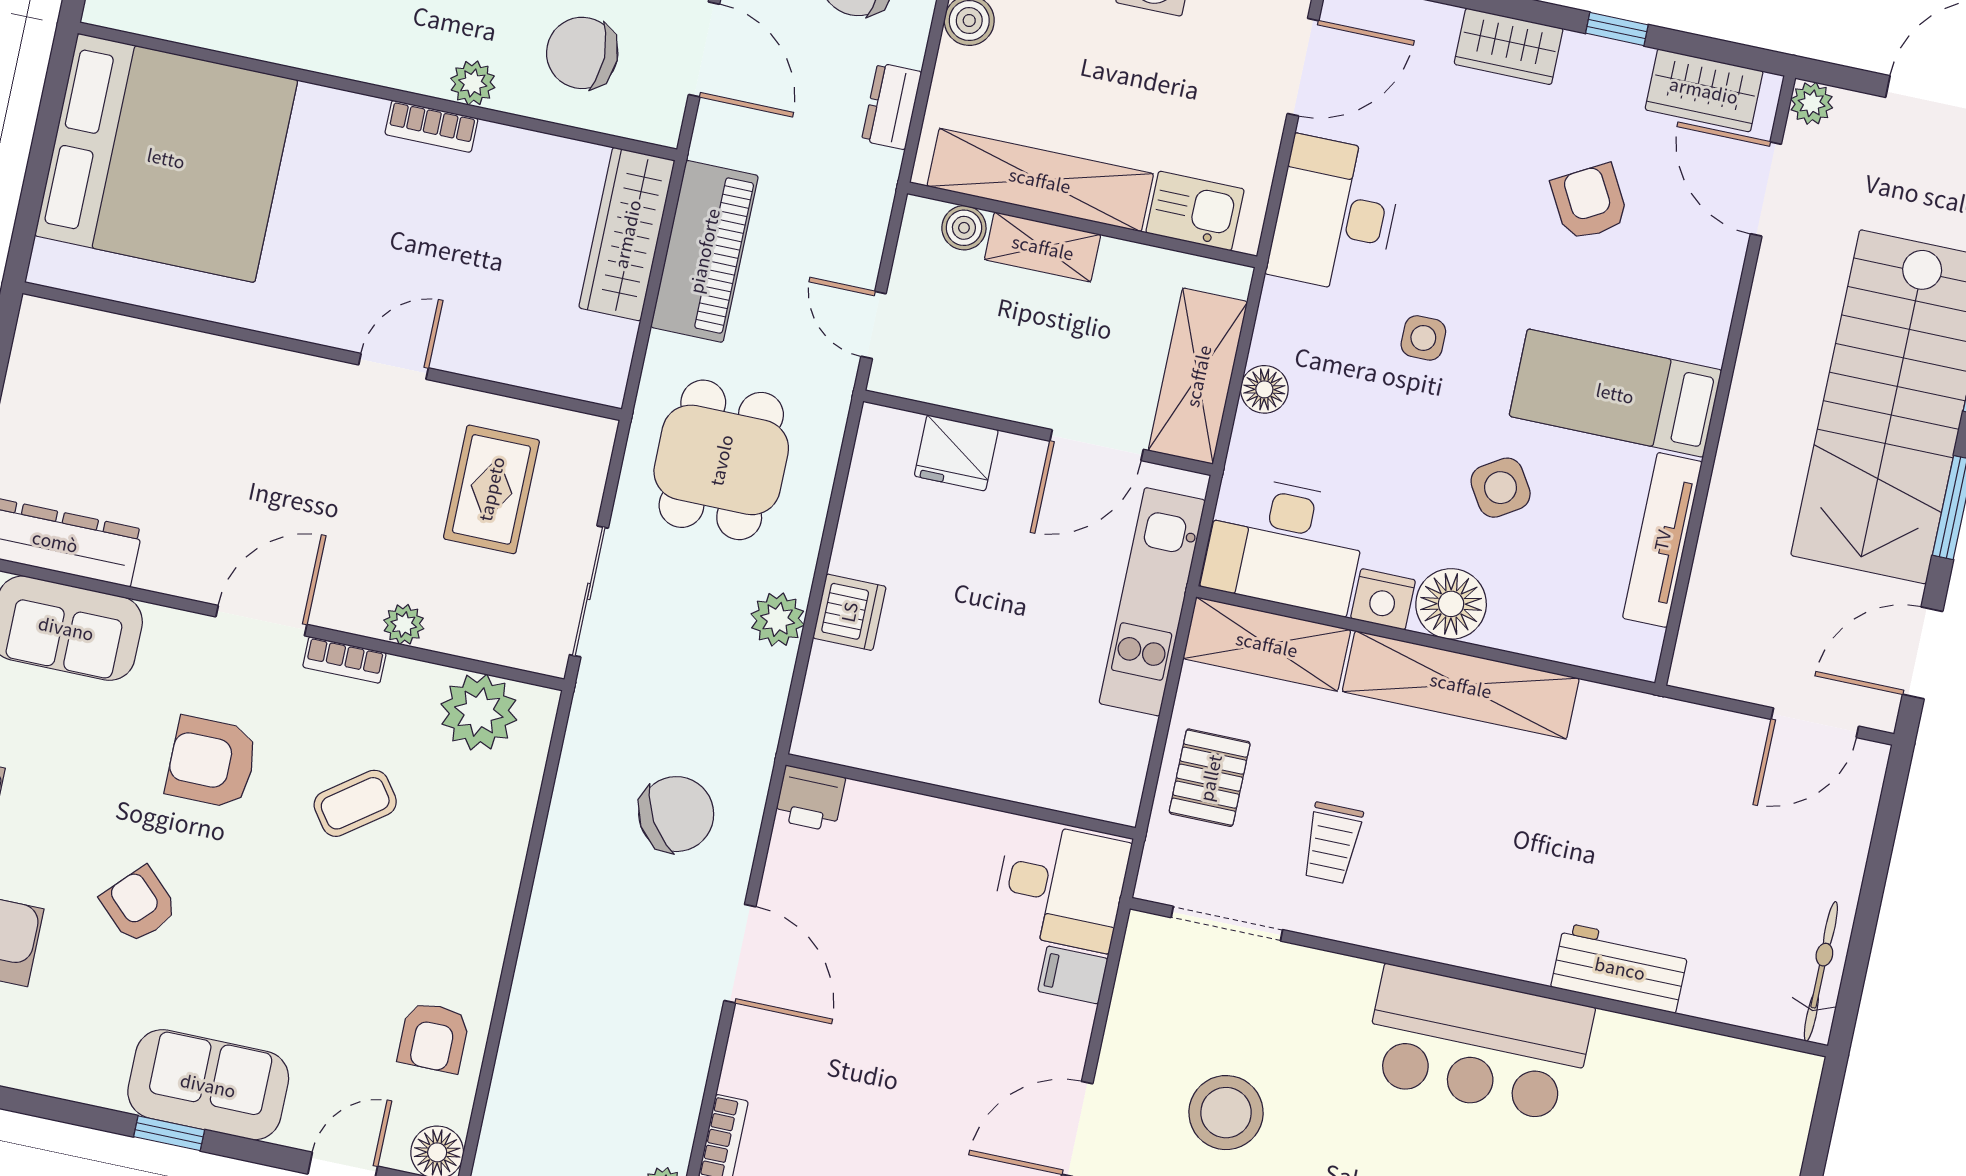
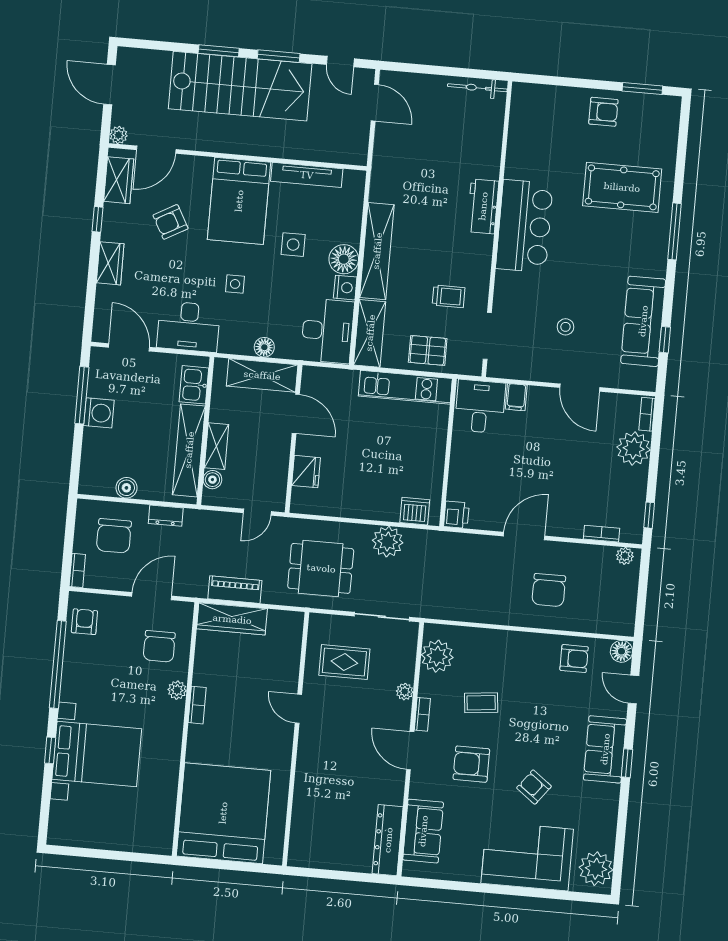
piano: (704, 251) -> (235, 590), width x0.73, depth x0.75
bed: (1615, 393) -> (239, 201), width x1.50
side table: (1501, 488) -> (293, 245), turned 32
kitchen unit: (1152, 602) -> (405, 387), moved
dishwasher: (849, 612) -> (415, 511), moved
plant: (778, 619) -> (388, 542), width x1.36, depth x1.36
door: (1923, 653) -> (340, 62), width x0.73
armchair: (212, 762) -> (471, 764), turned 90
coffee table: (355, 803) -> (481, 703), turned -60
chair: (676, 814) -> (549, 590), moved, turned -149
armchair: (139, 905) -> (534, 787), turned 83
workbench: (1620, 968) -> (483, 206), moved
stool: (1226, 1113) -> (566, 327), width x0.53, depth x0.53

